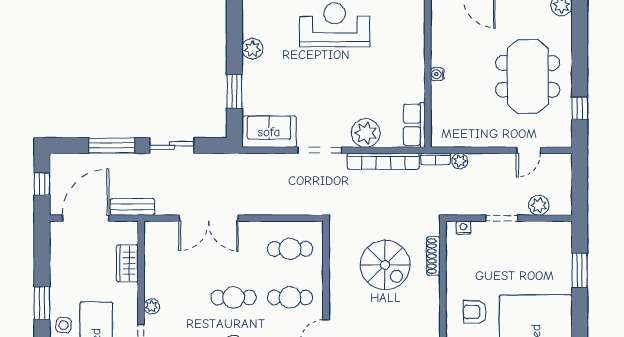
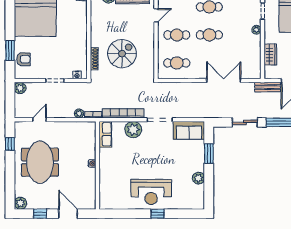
plant: (539, 205) -> (20, 88), moved
spiral stairs: (385, 265) -> (122, 54), turned 90
armchair: (475, 312) -> (23, 59), moved

